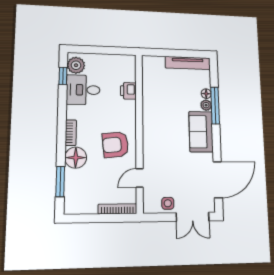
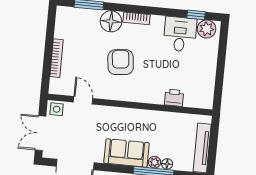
printer: (128, 91) -> (174, 98), moved
wall: (139, 132) -> (130, 105), moved
door: (140, 178) -> (83, 100), moved

